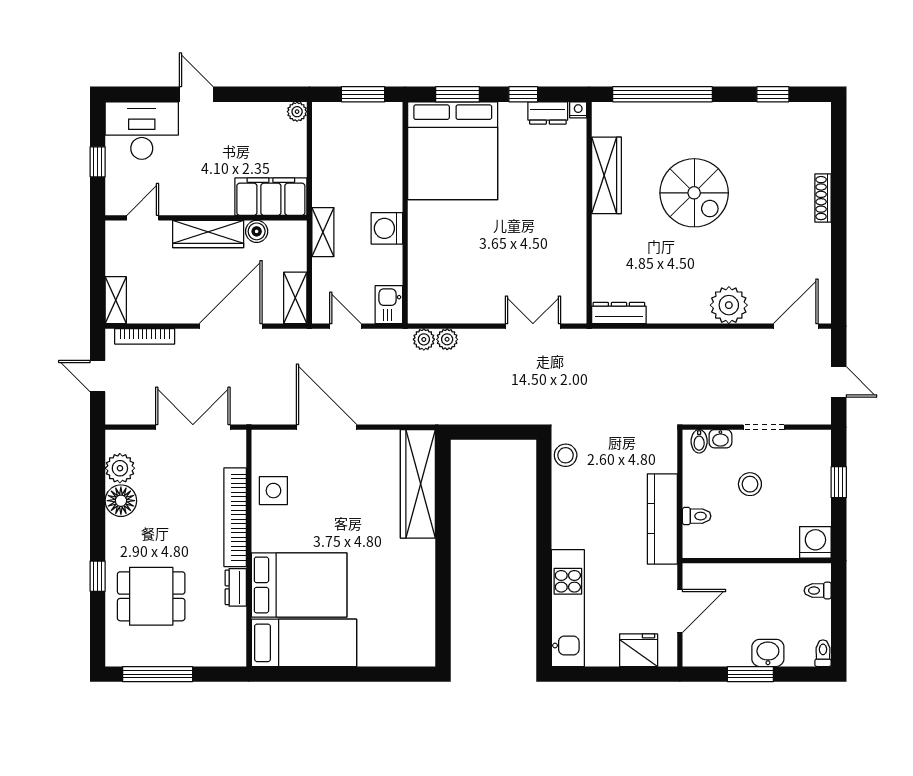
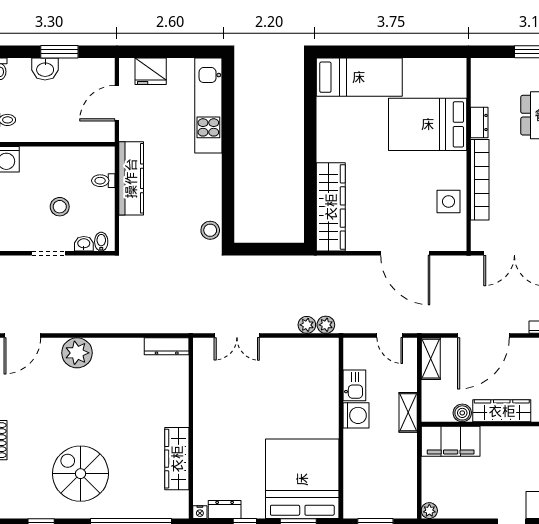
spiral stairs: (694, 193) -> (80, 474), moved
kitchen sink: (389, 305) -> (354, 385), moved
bed: (304, 643) -> (359, 77), moved, turned 180

